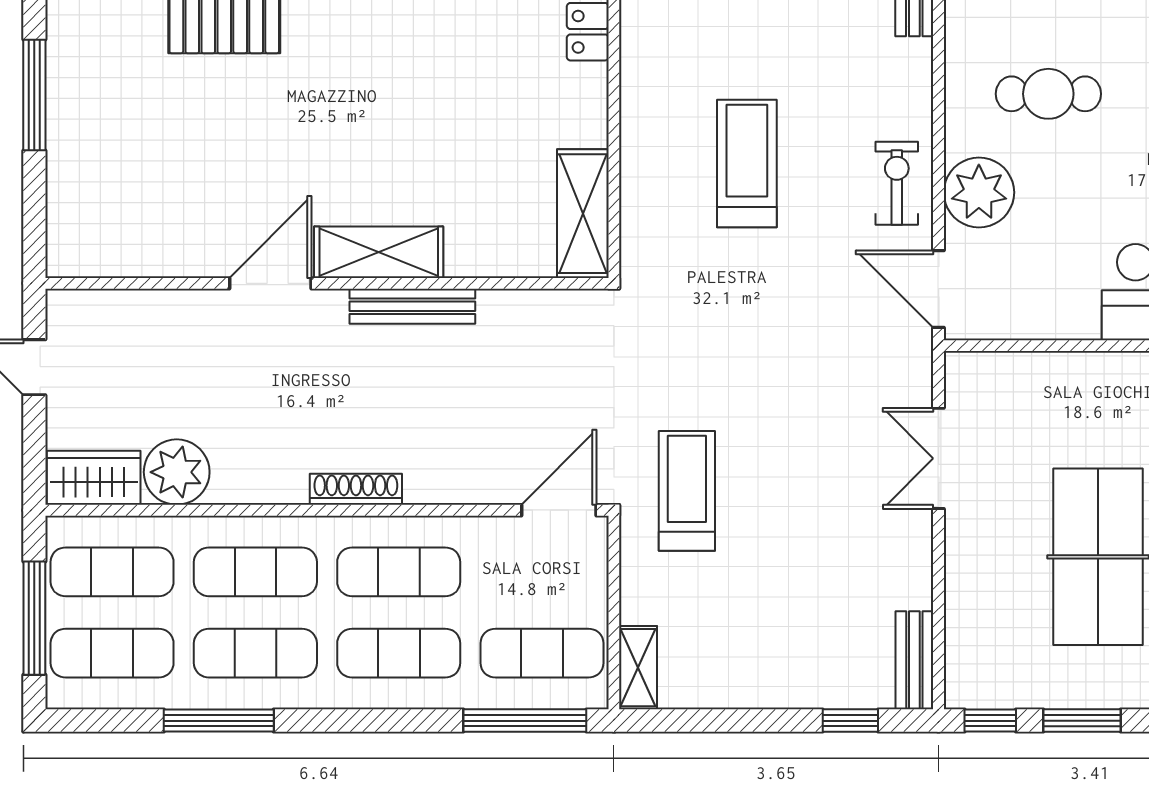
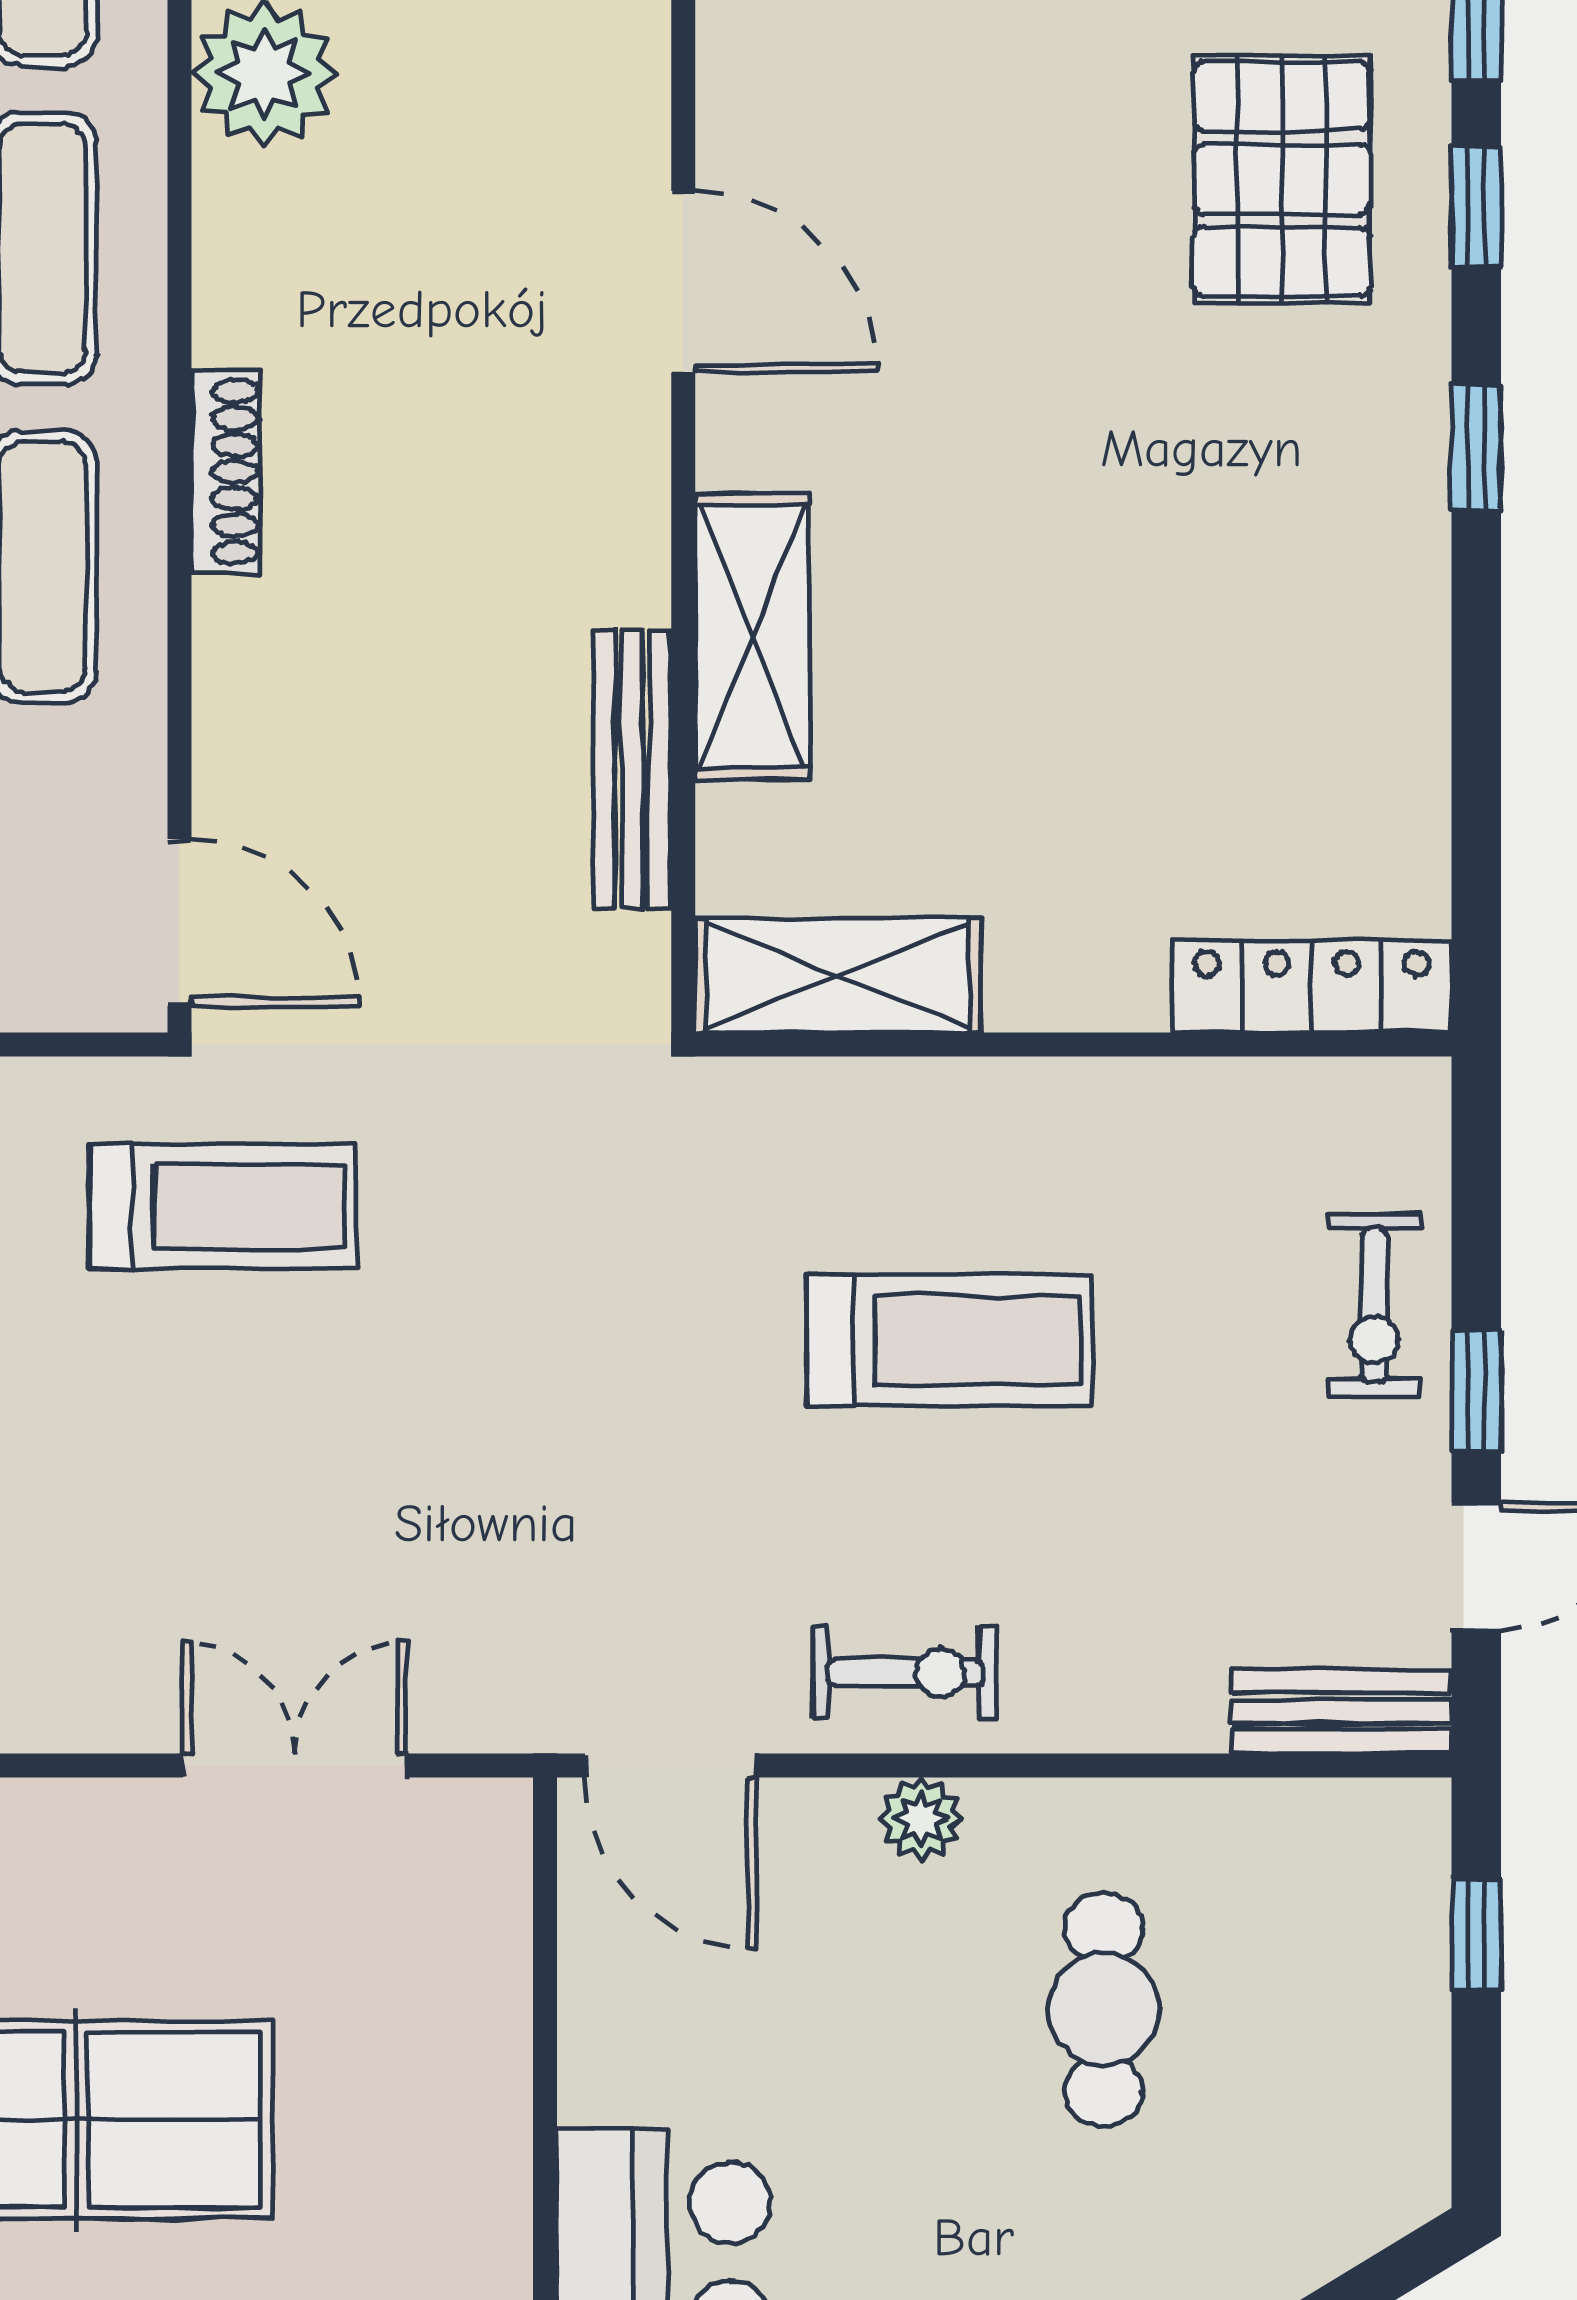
plant: (979, 192) -> (921, 1819), width x0.53, depth x0.53
shelving: (379, 252) -> (752, 637), moved
door: (939, 289) -> (671, 1766), swing flipped
bench: (412, 306) -> (632, 769), moved

